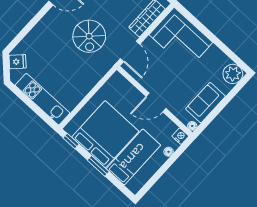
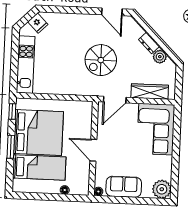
nightstand: (180, 136) -> (83, 189), removed

